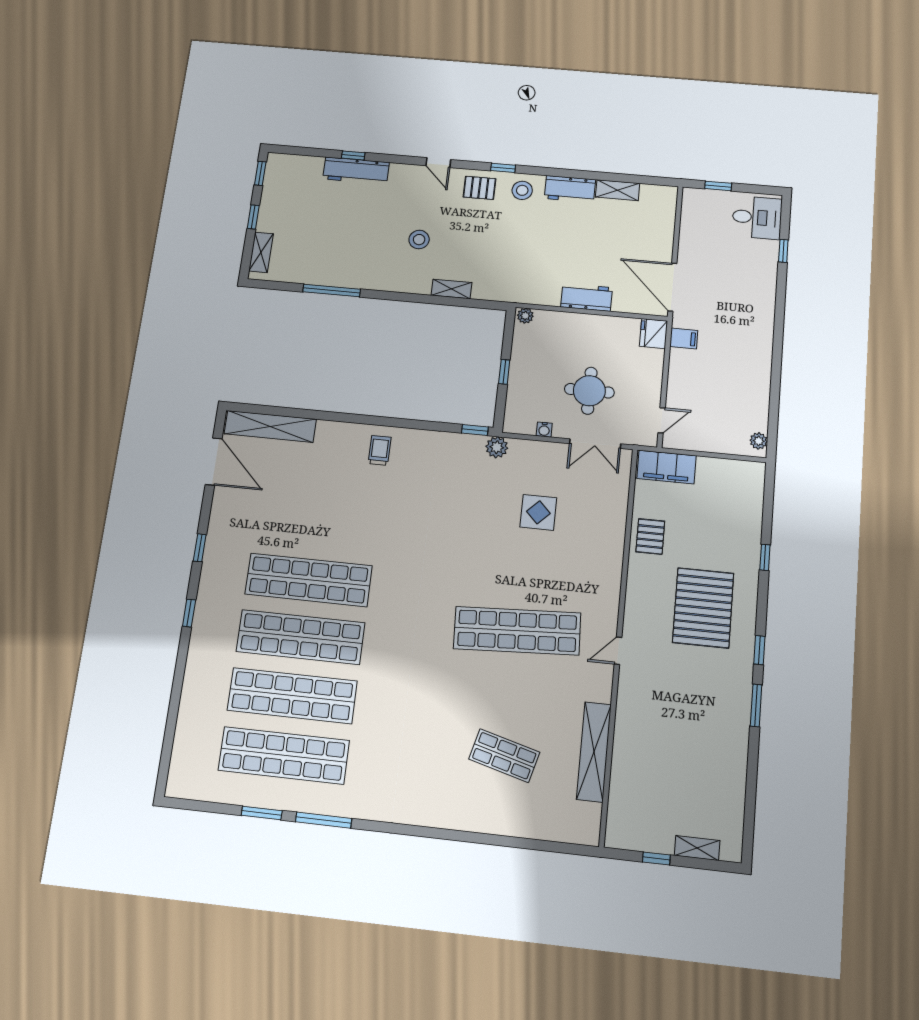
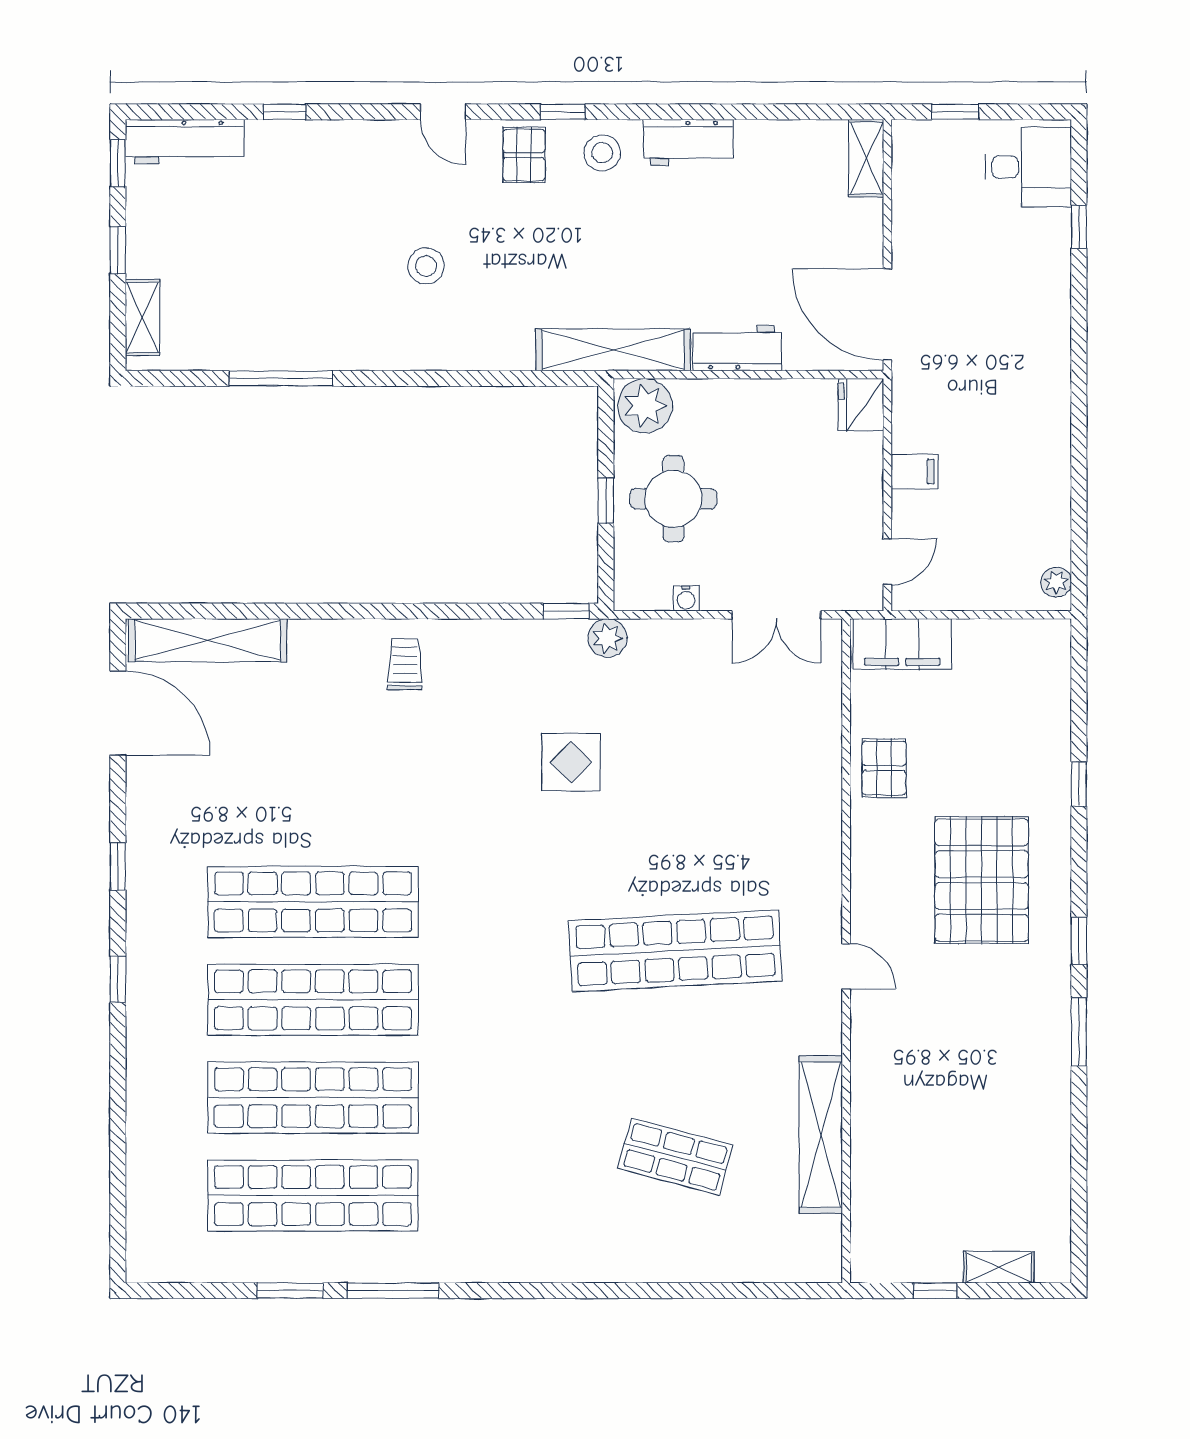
workbench: (356, 171) -> (185, 142), moved
pallet: (480, 188) -> (524, 155), turned 90
shelving: (618, 190) -> (866, 158), moved, turned 90
shelving: (451, 289) -> (613, 350), moved, width x2.20, depth x1.33
plant: (525, 316) -> (645, 406), width x1.88, depth x1.88
filing cabinet: (684, 338) -> (915, 472), moved
round table: (589, 391) -> (673, 499), moved
display table: (538, 512) -> (571, 762), moved
door: (618, 651) -> (846, 966), swing flipped

